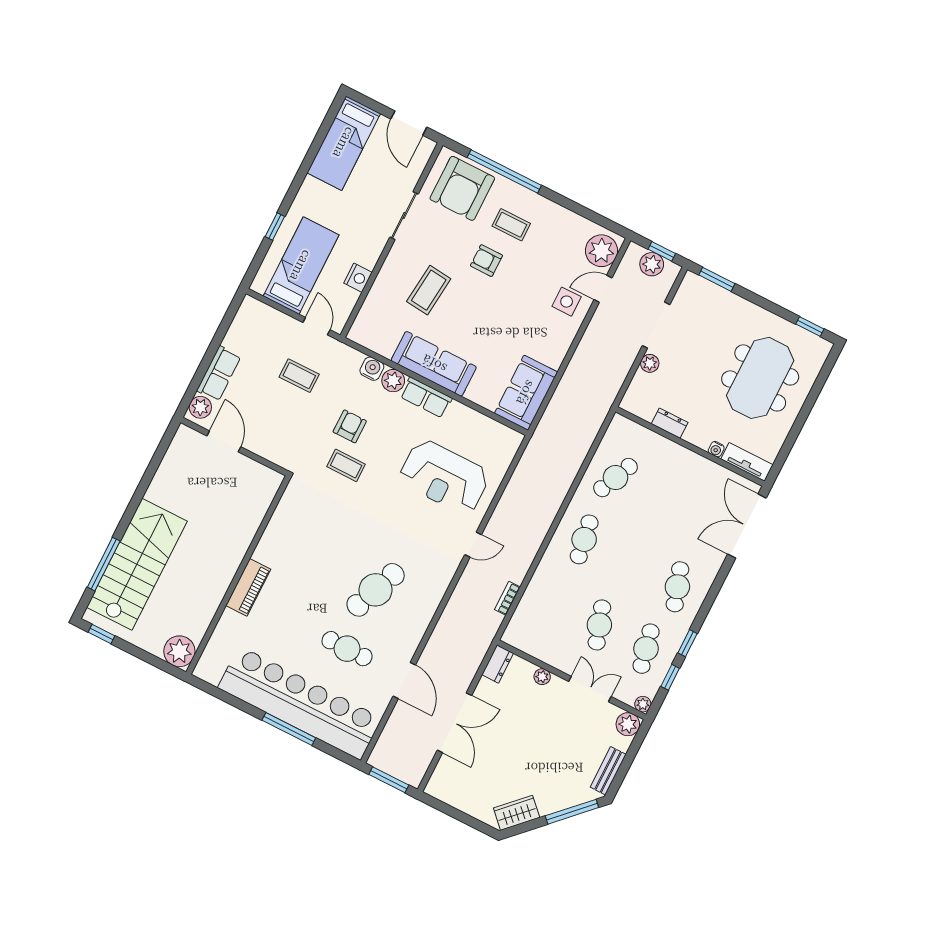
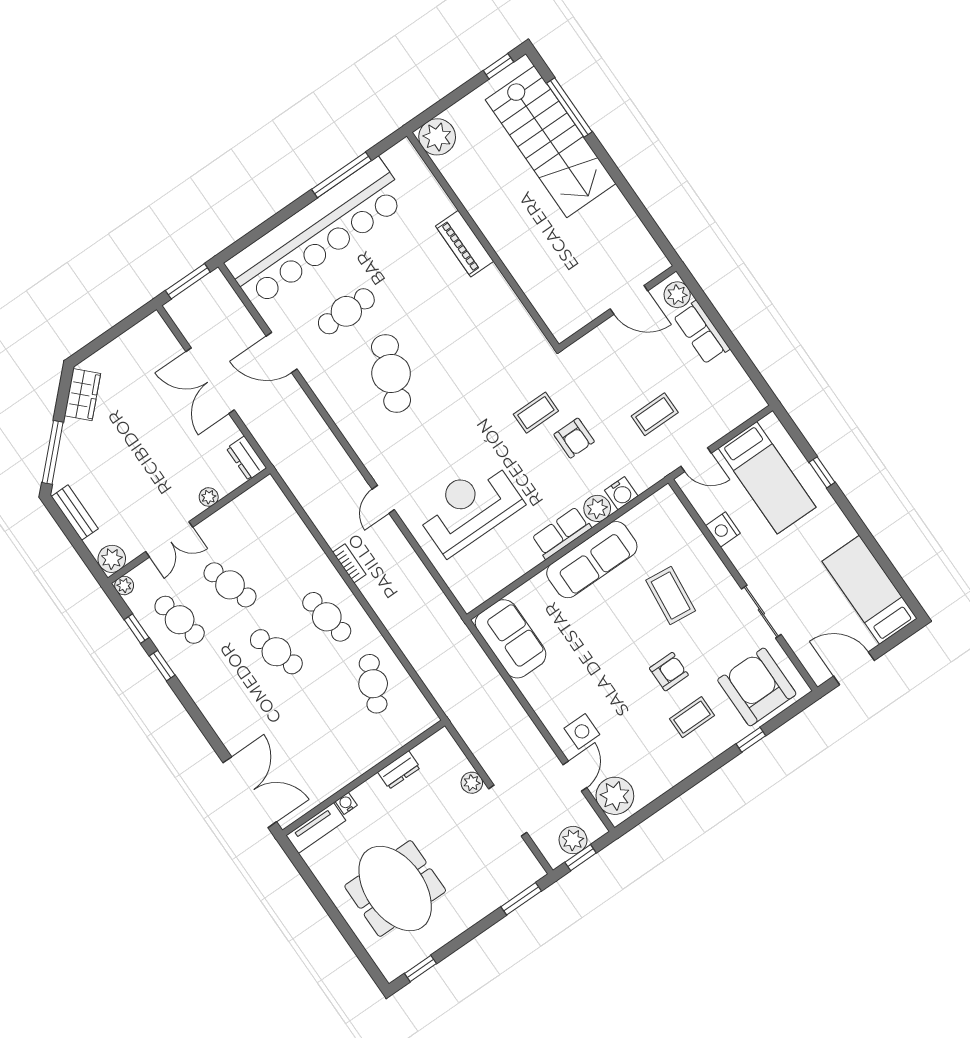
window: (504, 171) -> (751, 740), width x0.32
cafe table: (677, 587) -> (276, 652), moved
bookcase: (507, 598) -> (349, 563), moved
window: (289, 729) -> (342, 175), moved

